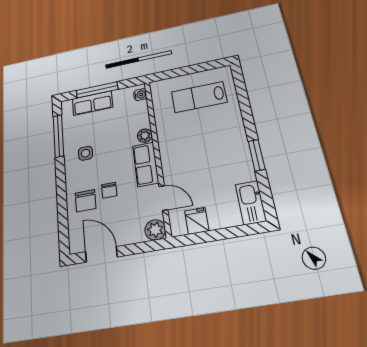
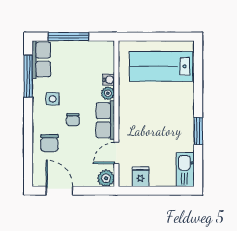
water cooler: (140, 95) -> (109, 80), moved
lab bench: (199, 97) -> (161, 66), width x1.36, depth x1.39
row of seats: (92, 103) -> (41, 60), moved, turned -90
chair: (109, 190) -> (73, 120), moved
door: (163, 198) -> (116, 153), swing flipped

